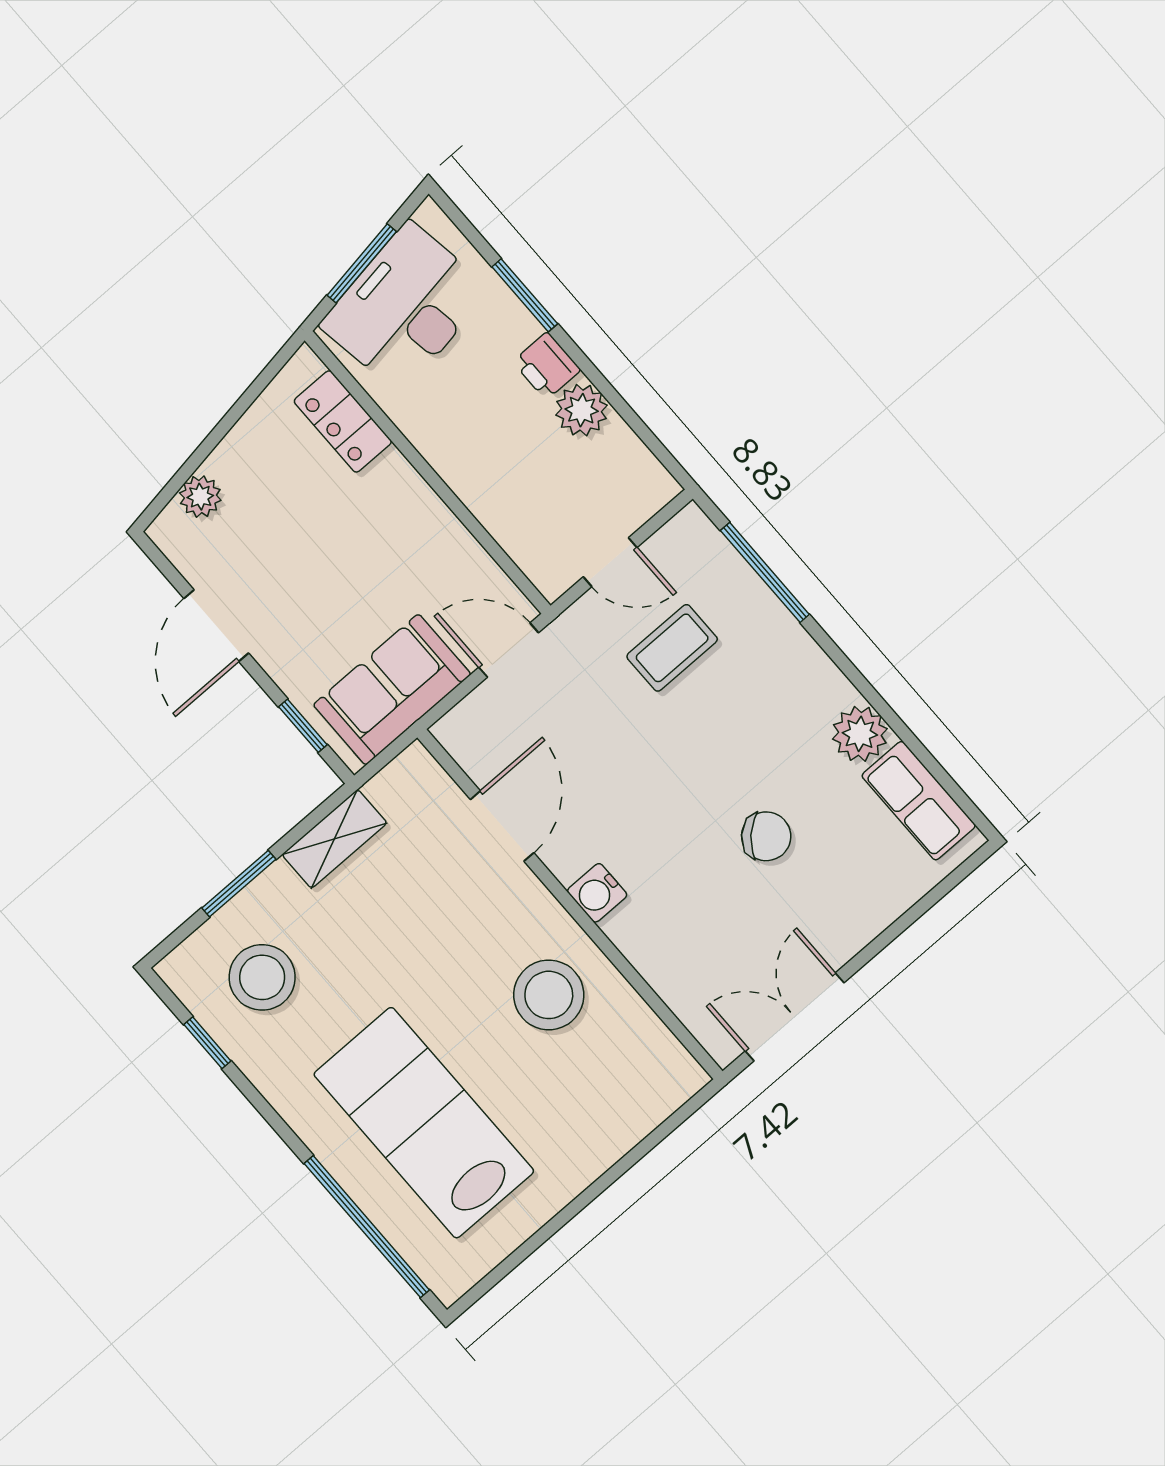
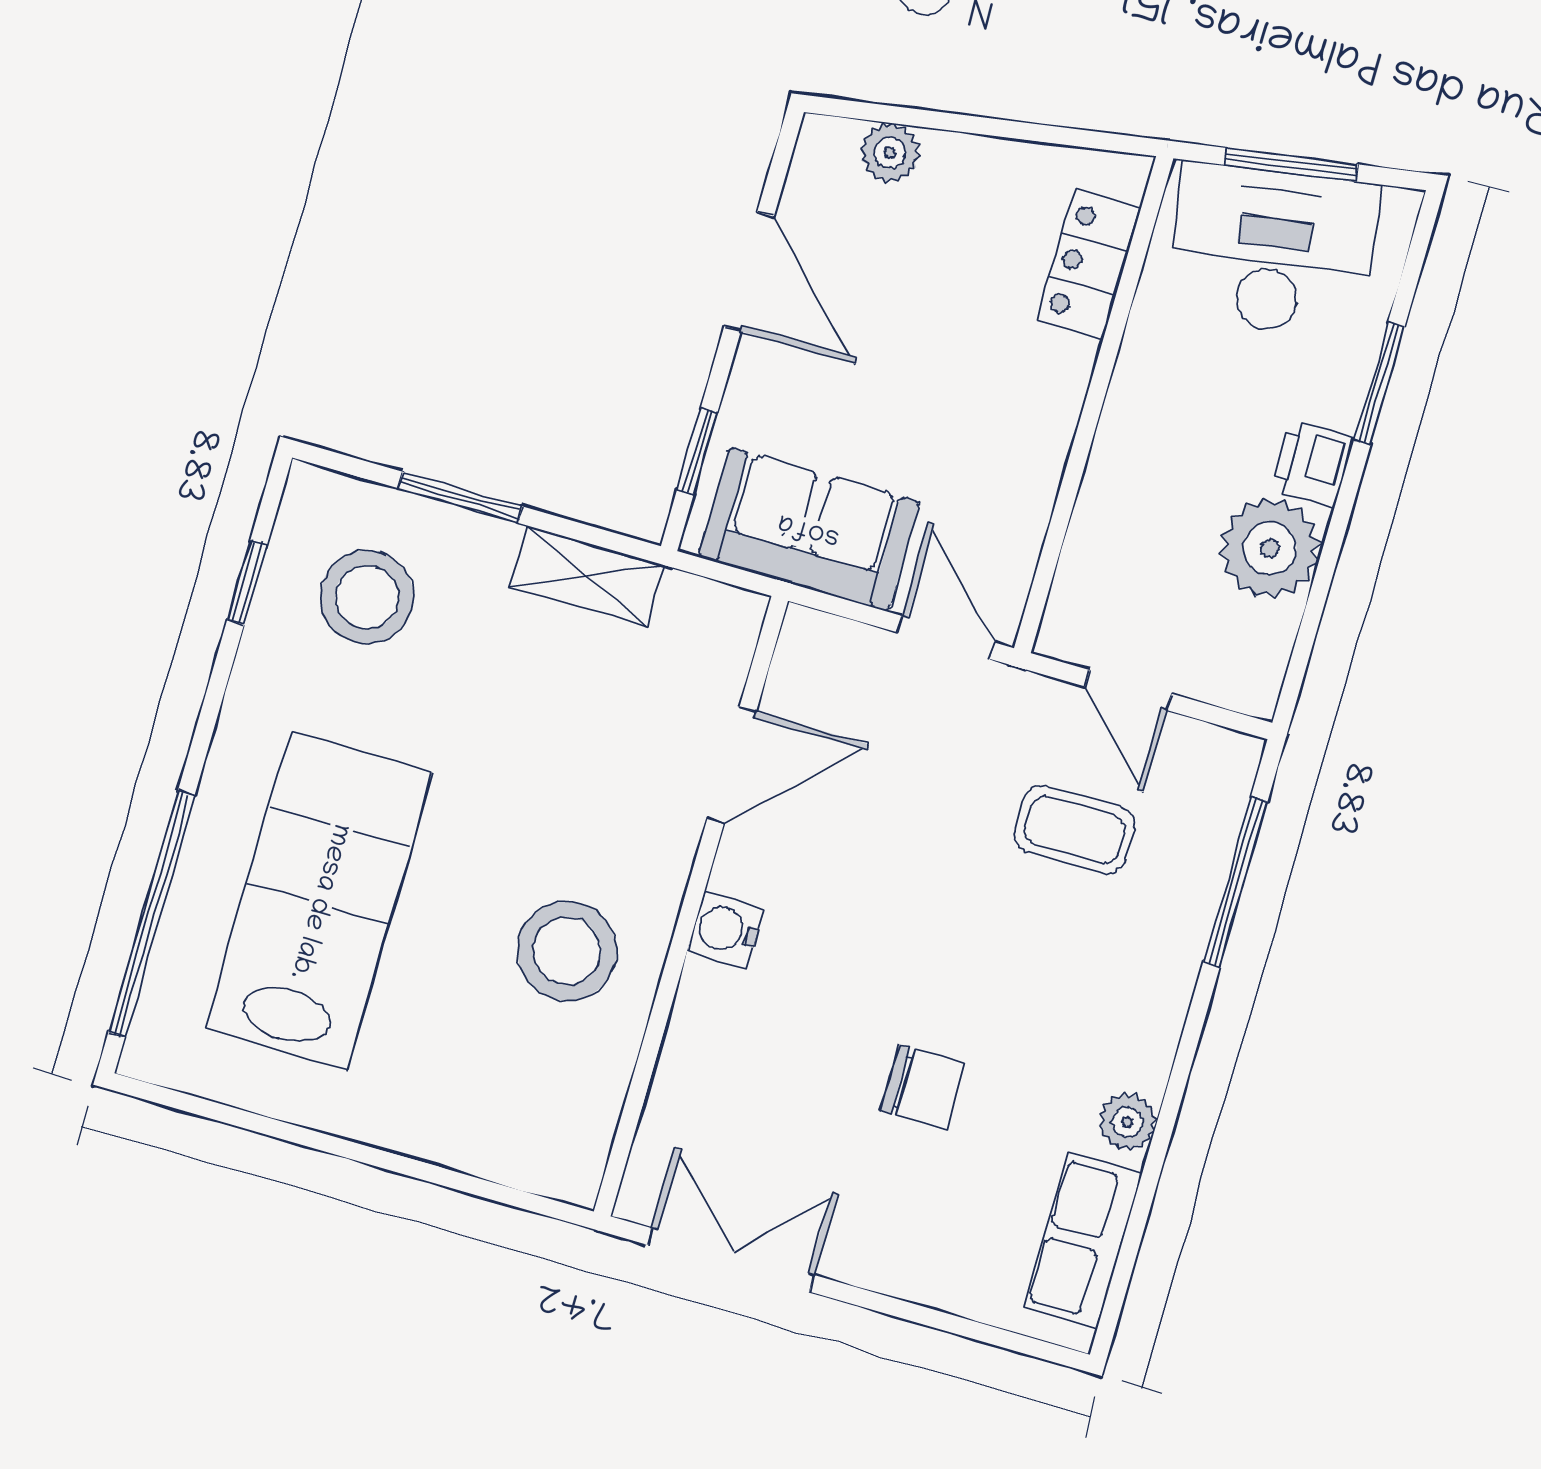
plant: (582, 410) -> (1270, 548), width x1.36, depth x1.36
door: (216, 626) -> (749, 271), swing flipped
plant: (860, 734) -> (1127, 1122), width x0.73, depth x0.73
chair: (766, 836) -> (923, 1087), turned -44

